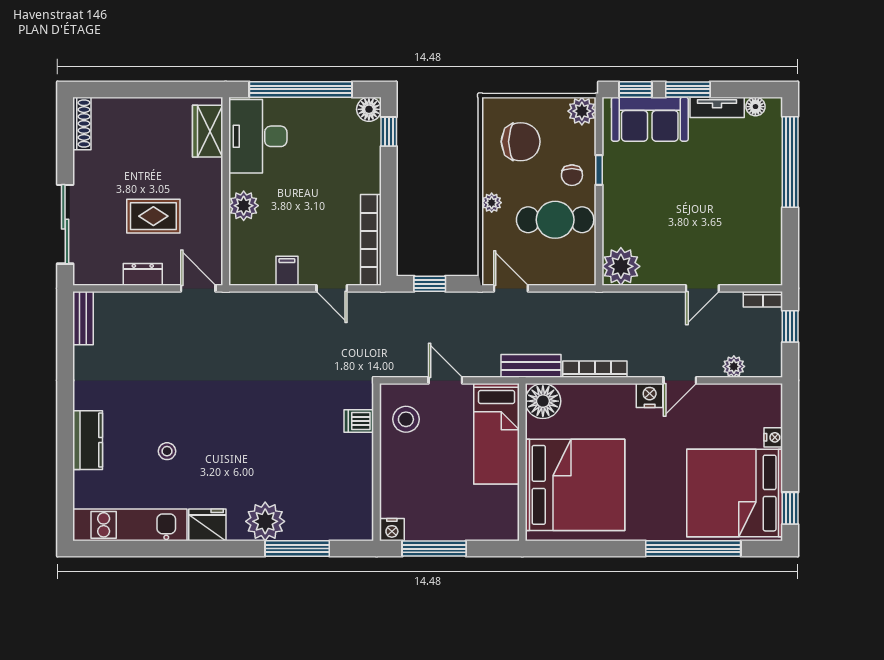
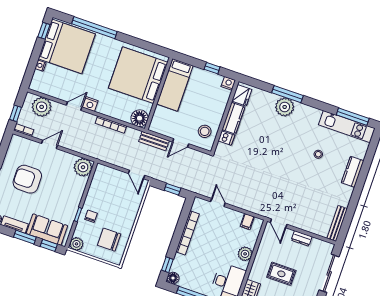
plant: (492, 203) -> (132, 216), removed
armchair: (722, 205) -> (27, 179), added
rug: (153, 216) -> (281, 274), moved
cafe table: (555, 220) -> (106, 199), removed
bookcase: (371, 240) -> (188, 233), moved
filing cabinet: (287, 271) -> (247, 222), moved
bench: (83, 318) -> (337, 223), width x1.36
bench: (531, 366) -> (154, 141), moved
plant: (734, 366) -> (42, 107), width x1.87, depth x1.87
door: (445, 380) -> (181, 143), hinge flipped
bed: (497, 434) -> (175, 85), moved, turned 180
kitchen counter: (358, 465) -> (233, 118), added
fridge: (207, 525) -> (242, 95), moved, turned -90
window: (125, 549) -> (353, 117), added
window: (297, 549) -> (287, 94), moved
window: (434, 549) -> (212, 68), width x0.46

